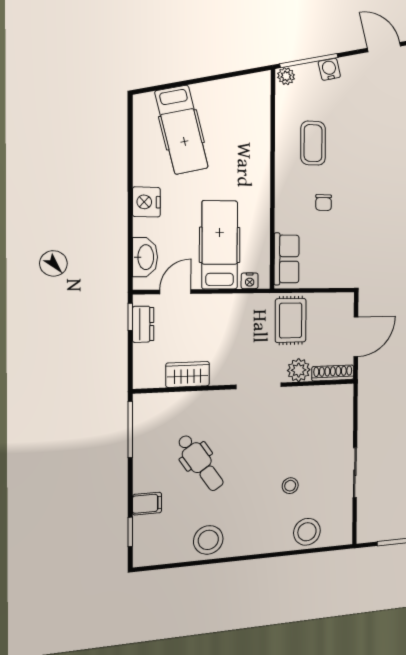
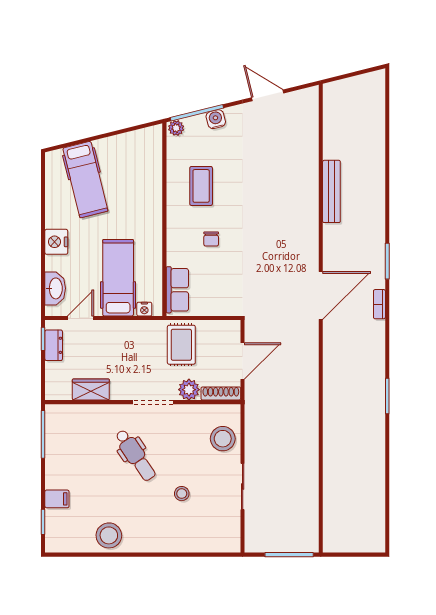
dental chair: (200, 463) -> (135, 455), moved
stool: (307, 532) -> (223, 439), moved

